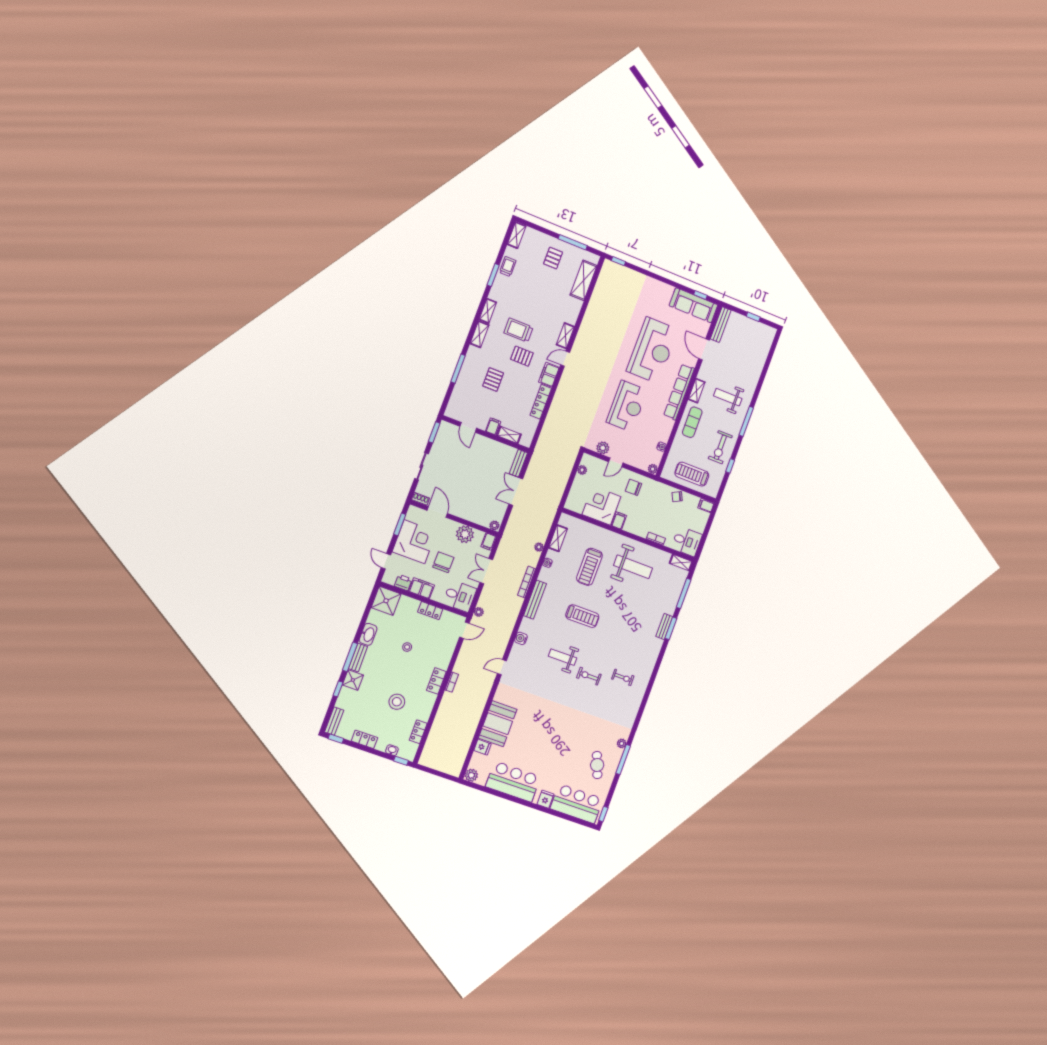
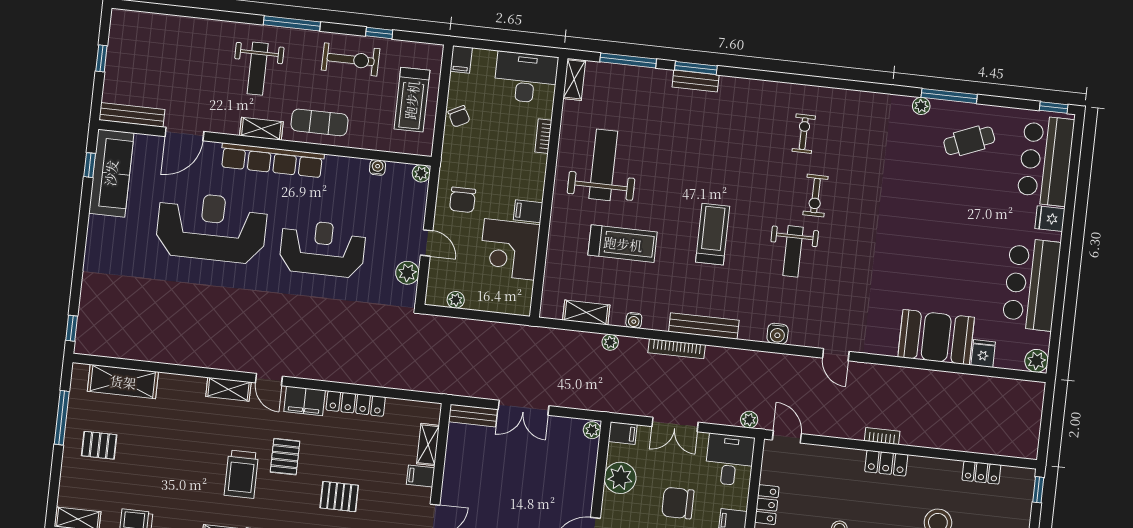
desk: (687, 541) -> (526, 78), width x1.37
washbasin: (392, 750) -> (1023, 510), removed

